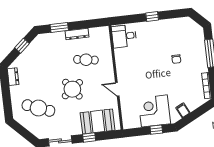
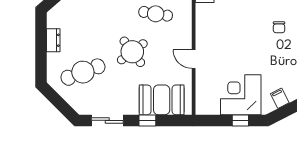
dresser: (13, 77) -> (53, 40), moved
cafe table: (38, 108) -> (83, 72), turned -42

